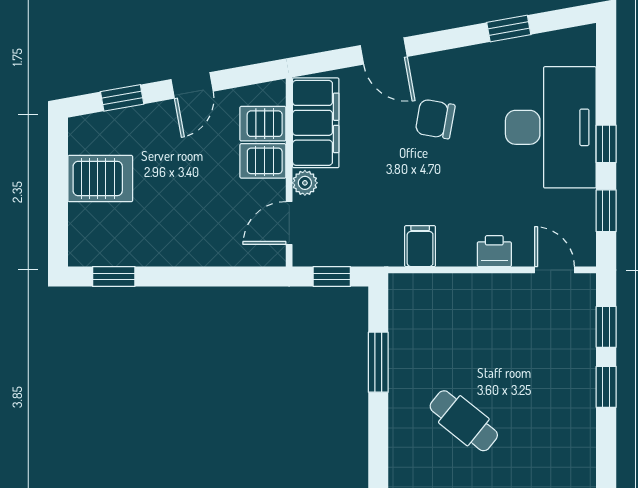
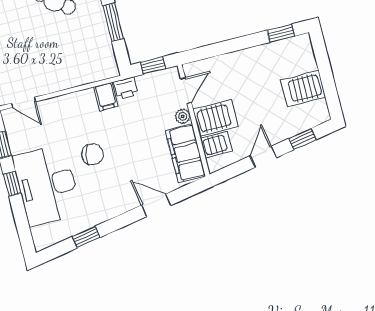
chair: (435, 119) -> (93, 154), moved
server rack: (263, 161) -> (216, 118), width x1.36, depth x1.44
printer: (494, 251) -> (126, 88), moved

